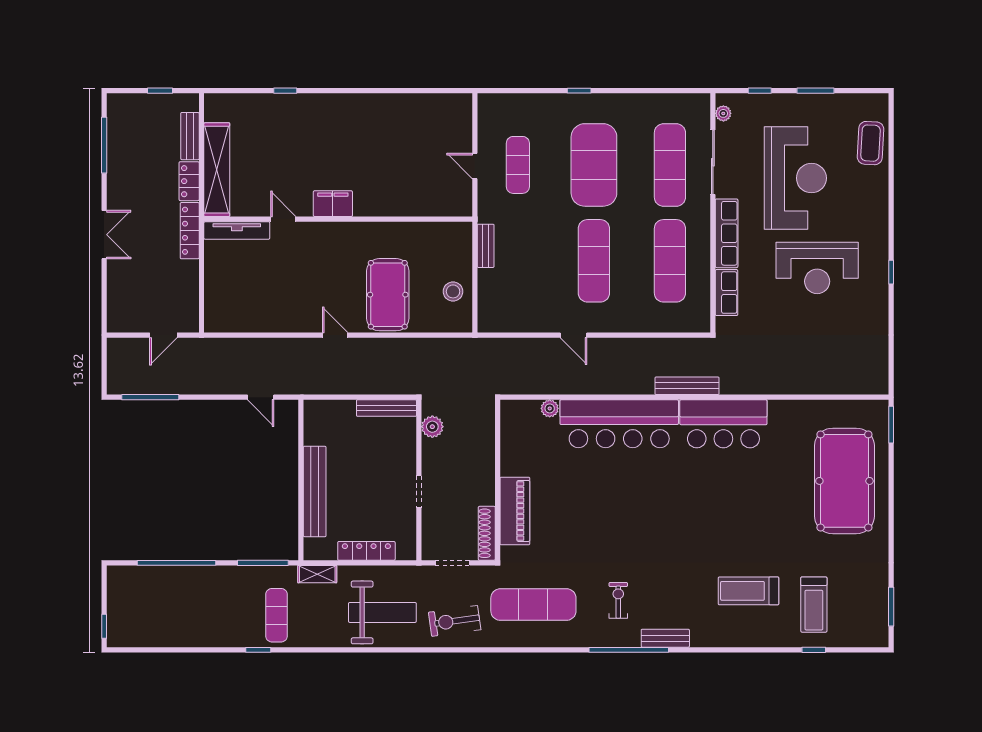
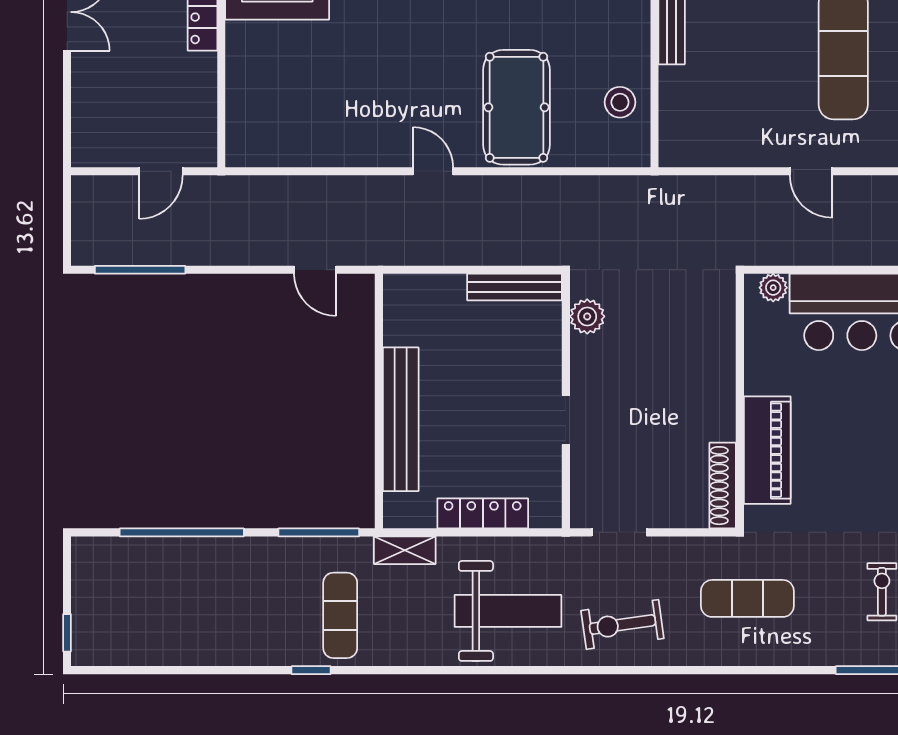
wall: (498, 480) -> (740, 401), moved
piano: (515, 511) -> (767, 450), moved
shoe rack: (487, 533) -> (723, 486), moved
exercise mat: (533, 605) -> (747, 598), width x0.73, depth x0.69

